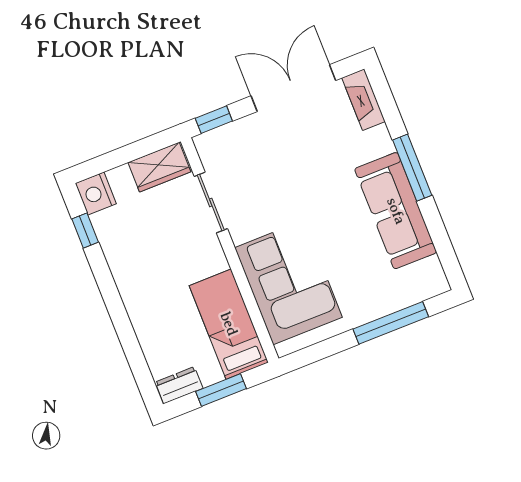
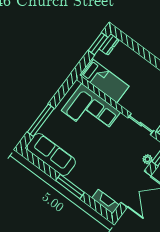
plant: (238, 130) -> (148, 159), added
sofa: (396, 211) -> (51, 155), moved
window: (221, 390) -> (98, 44), moved

